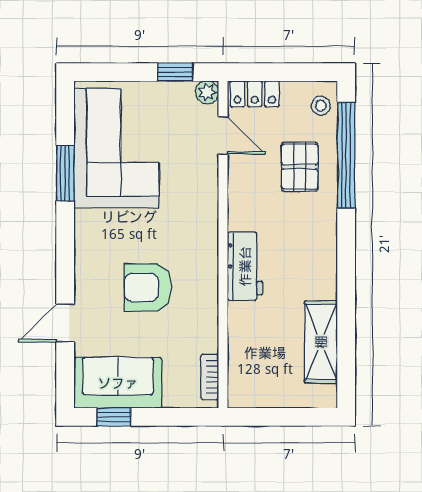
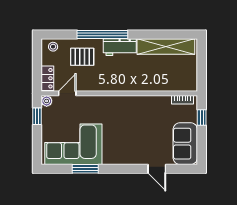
window: (346, 155) -> (102, 35), moved
workbench: (245, 266) -> (120, 47), moved, turned 180
armchair: (148, 287) -> (140, 129), removed
shelving: (321, 342) -> (166, 47), width x1.47
window: (114, 417) -> (202, 117), moved

